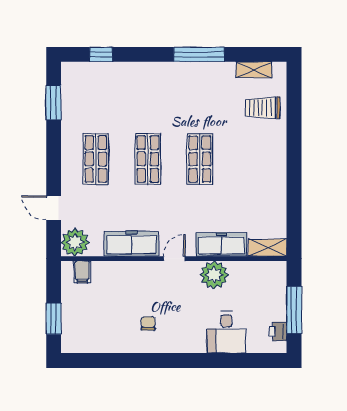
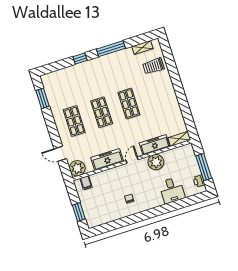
window: (101, 54) -> (80, 59), moved

